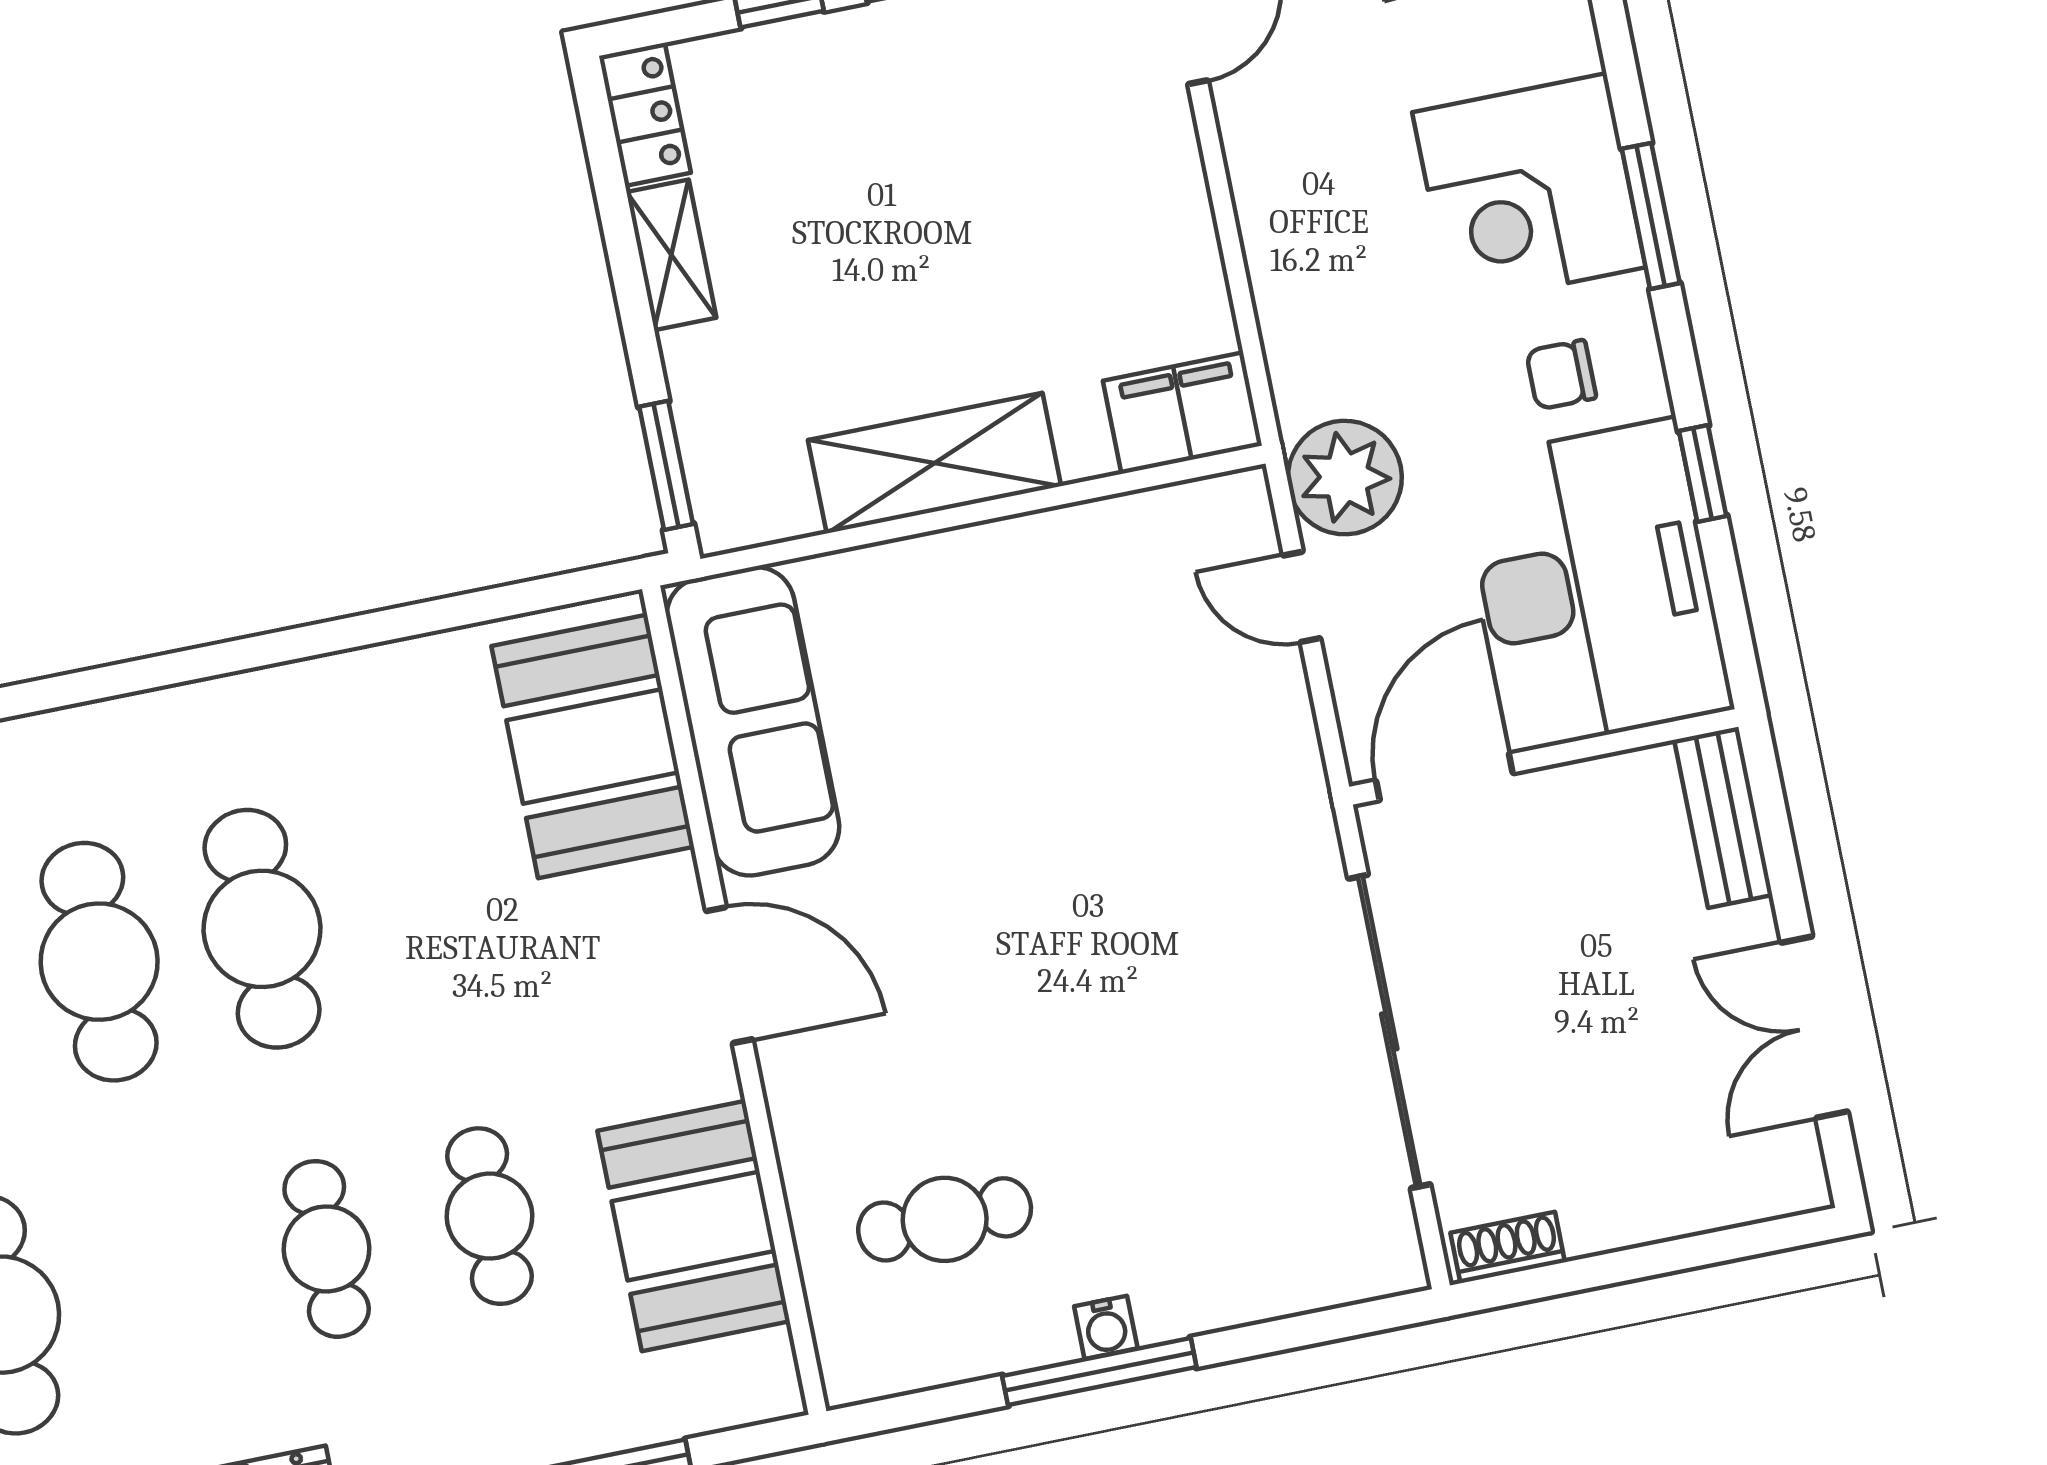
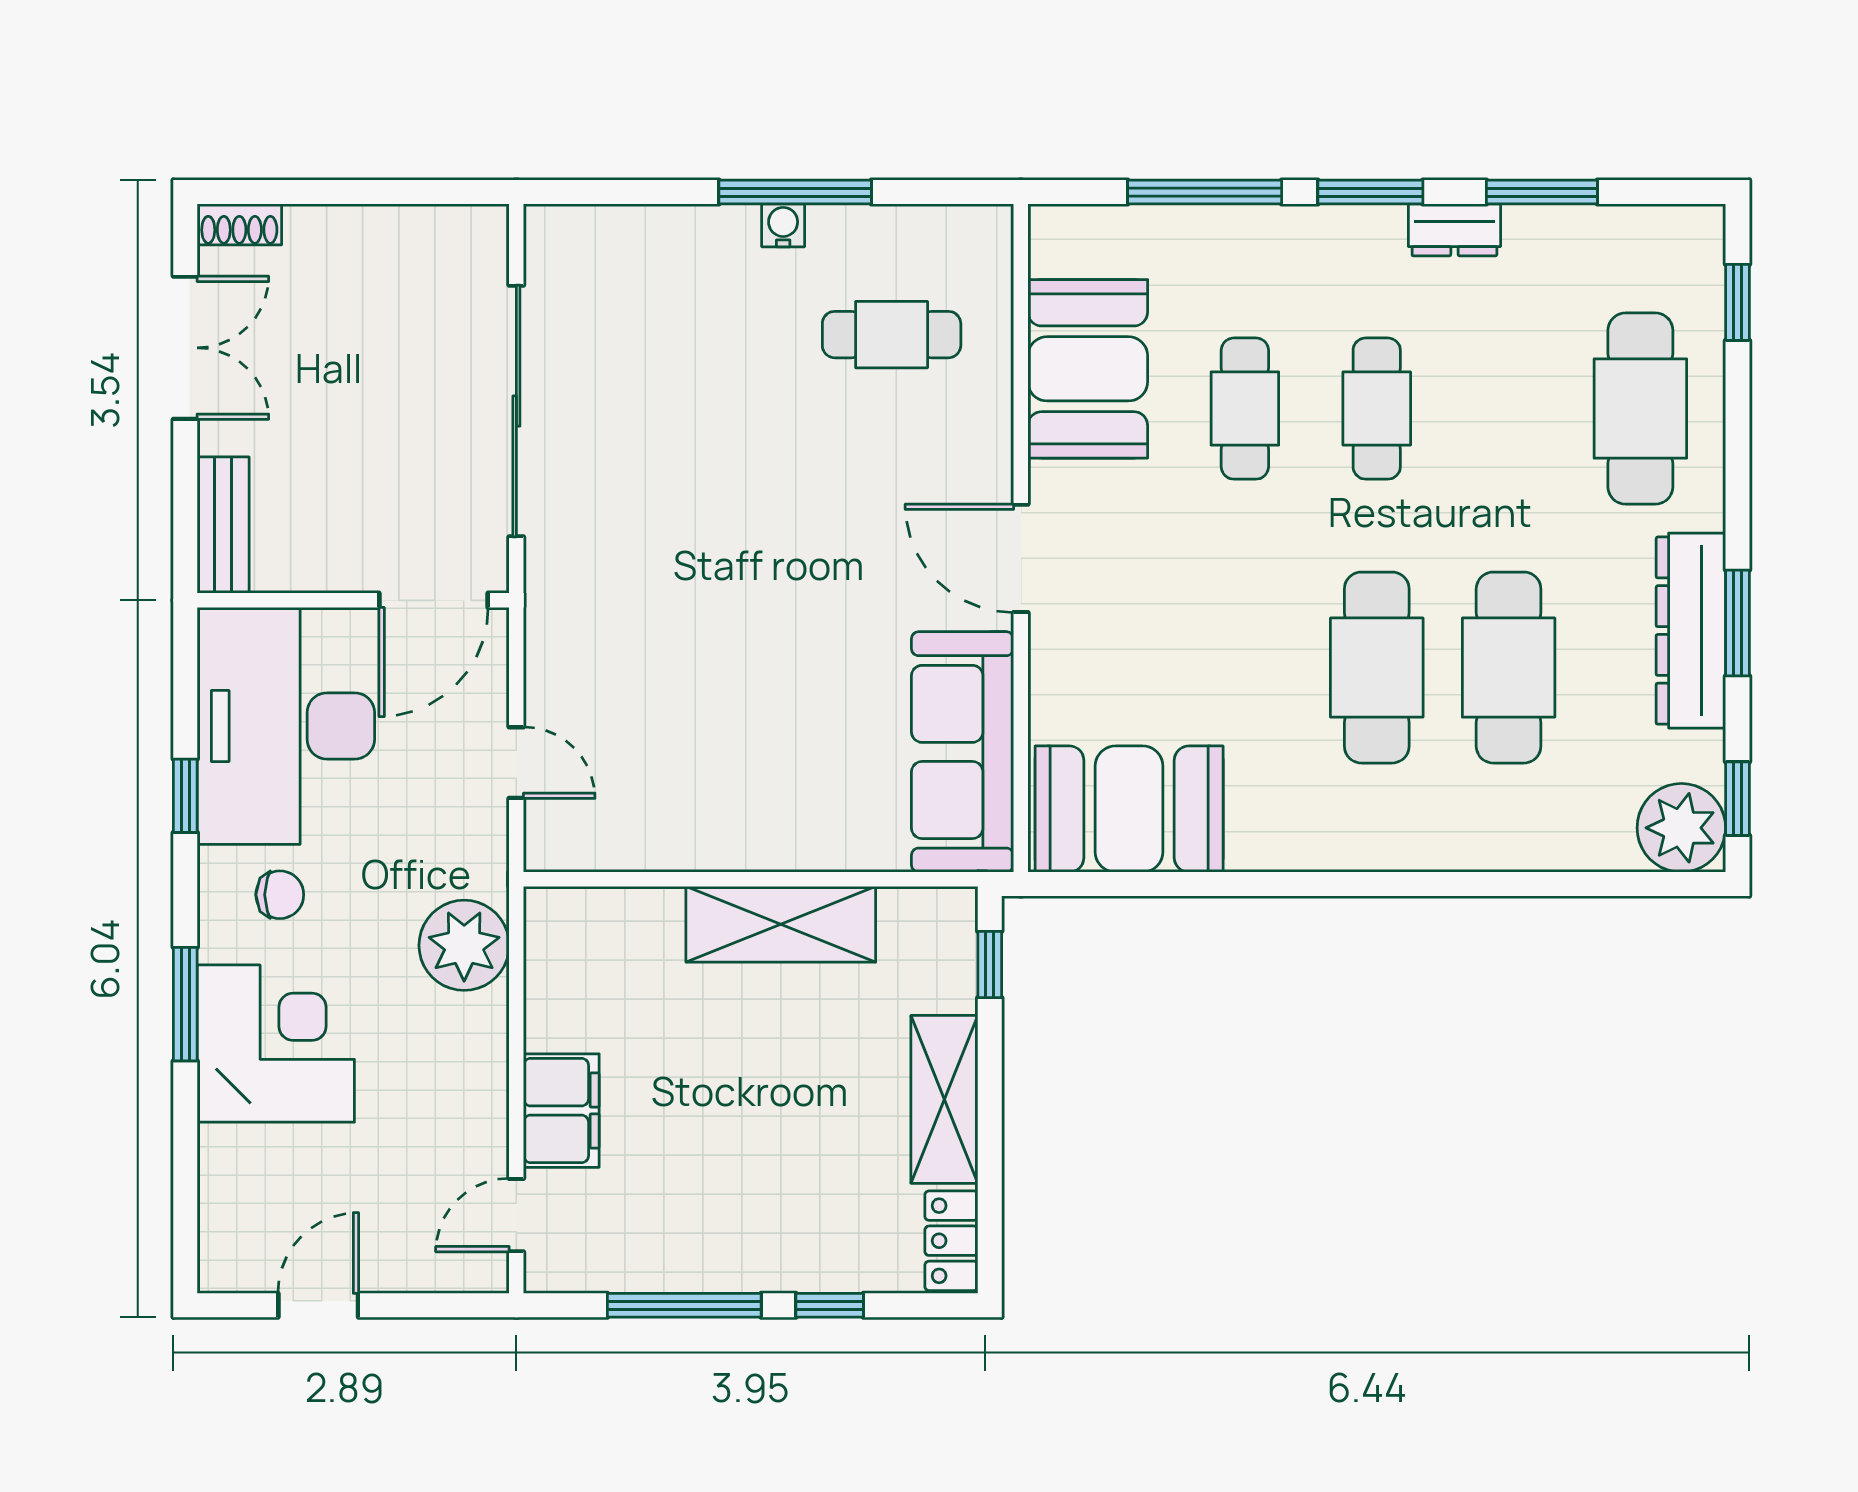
shelving: (671, 255) -> (944, 1099), width x1.50, depth x1.33
filing cabinet: (1182, 413) -> (561, 1111), moved, turned -90
window: (666, 465) -> (990, 964), width x0.67
plant: (1345, 478) -> (464, 945), moved
booth: (593, 746) -> (1129, 809), moved, turned 90
shoe rack: (1508, 1248) -> (239, 224), moved

